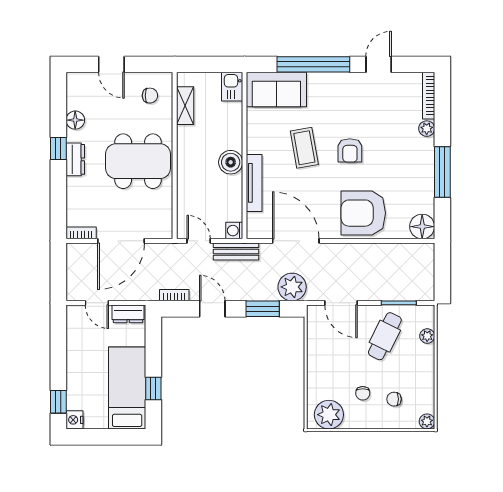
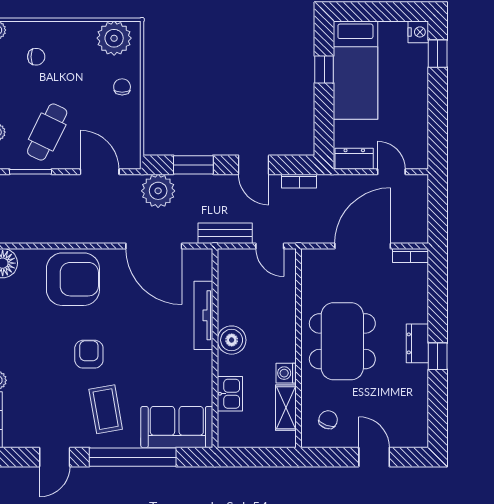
kitchen sink: (232, 87) -> (230, 394), moved
chair: (150, 96) -> (328, 420), turned 111
floor lamp: (75, 120) -> (417, 390), removed
coffee table: (304, 148) -> (106, 409), moved
dining table: (138, 161) -> (342, 341), turned 90
washing machine: (234, 231) -> (286, 373), moved, turned 180
chair: (363, 393) -> (122, 87), moved

